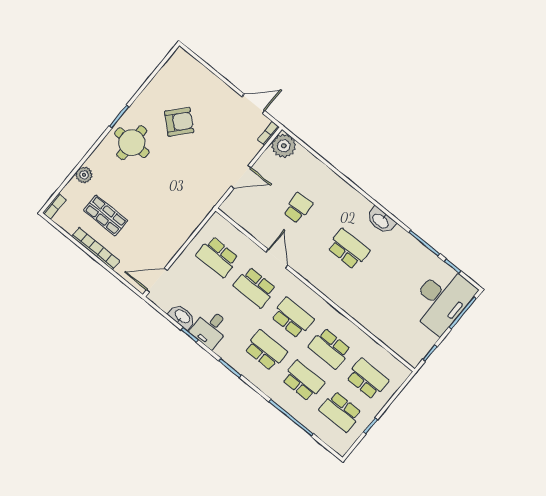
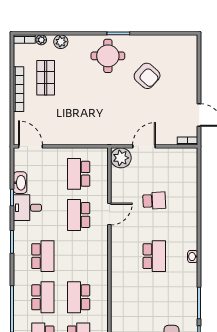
plant: (284, 146) -> (121, 158), moved
door: (241, 177) -> (144, 146), swing flipped
plant: (68, 191) -> (41, 40), added
washbasin: (381, 221) -> (193, 257), width x0.52, depth x0.69
school desk: (292, 318) -> (79, 256), removed

